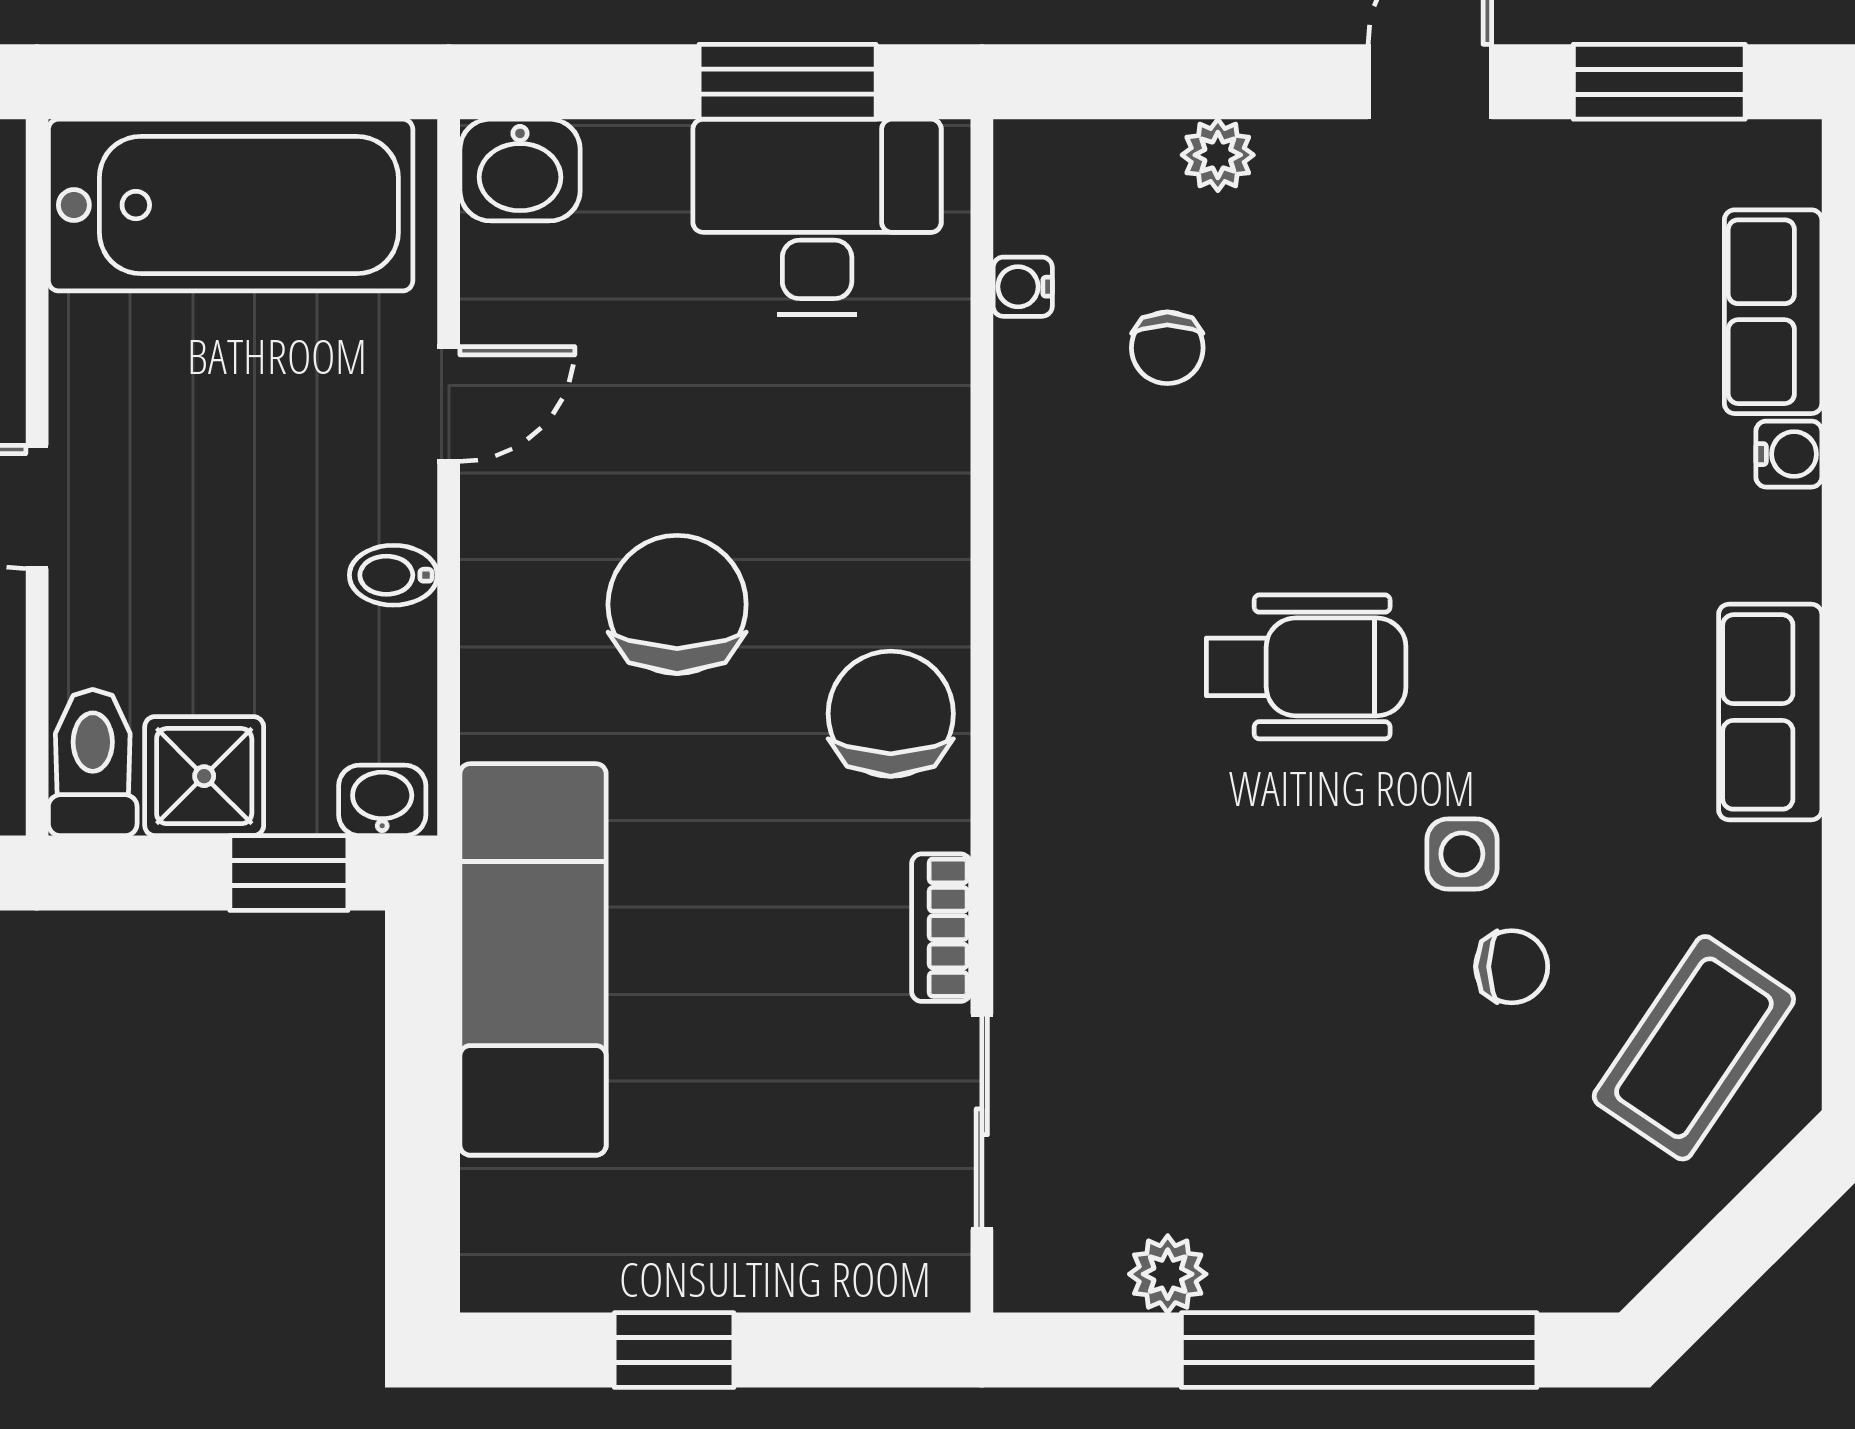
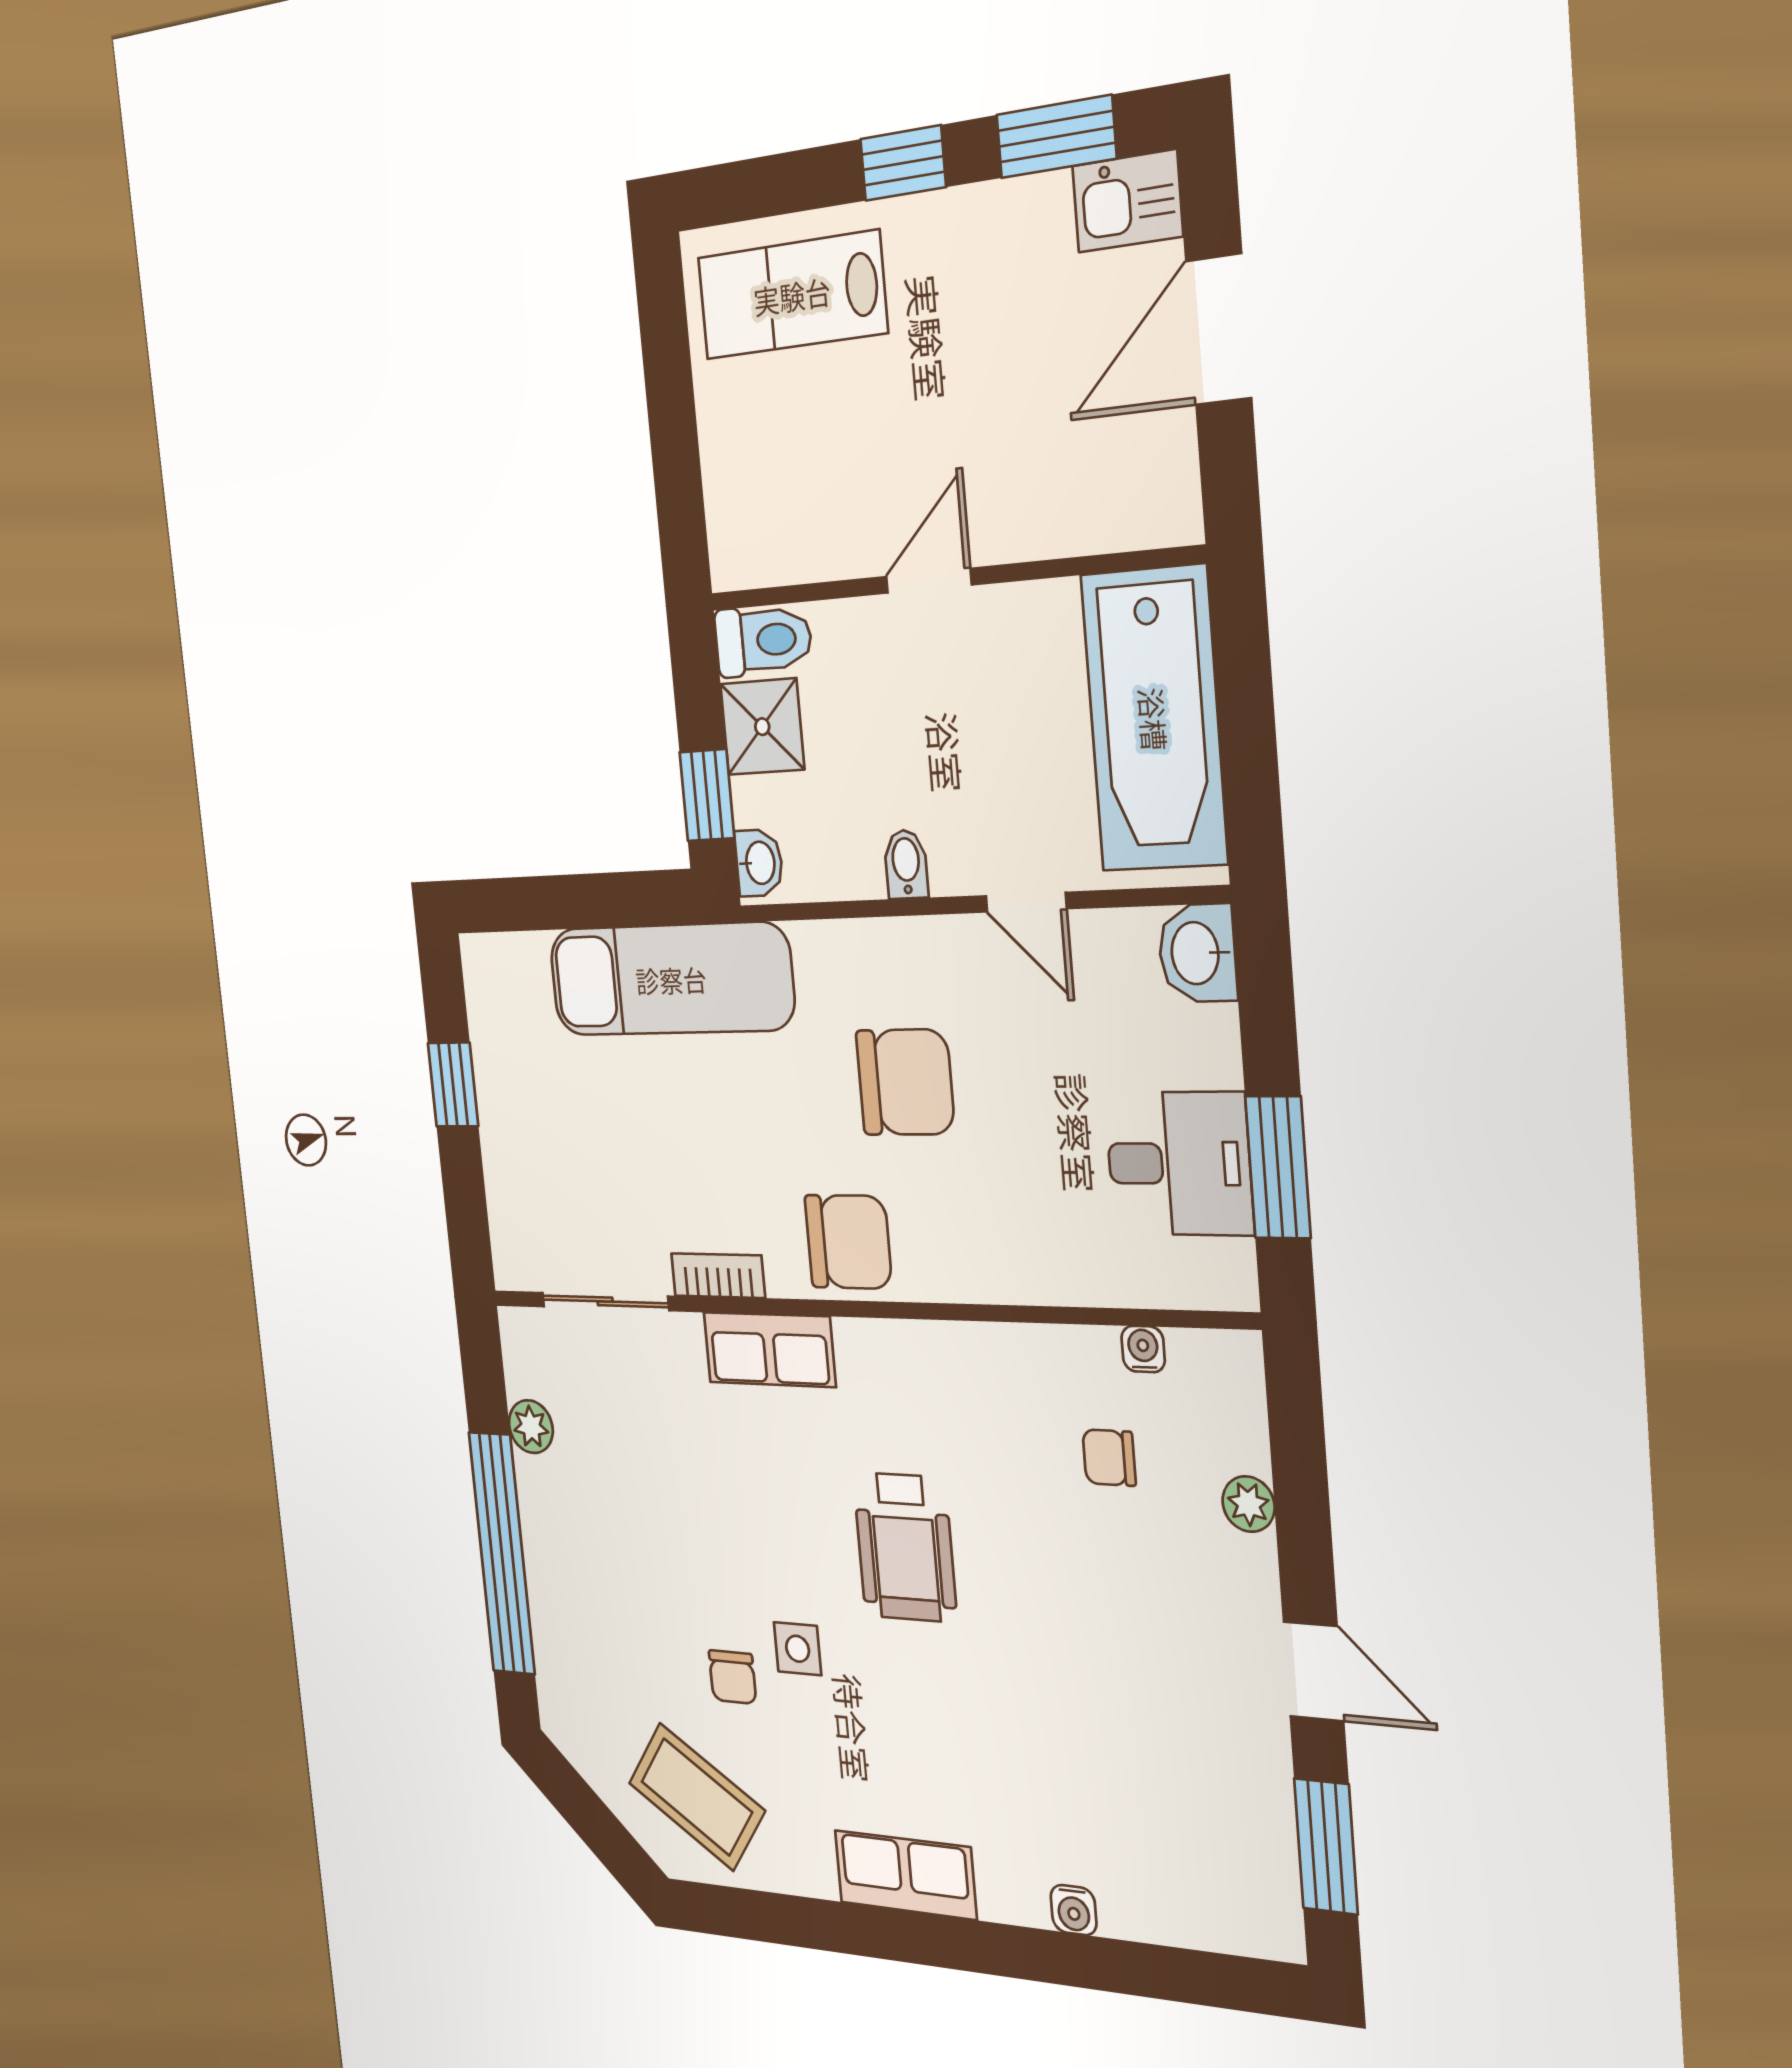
desk: (817, 217) -> (1179, 1164), width x0.73
row of seats: (1773, 312) -> (769, 1350), moved, turned 180

